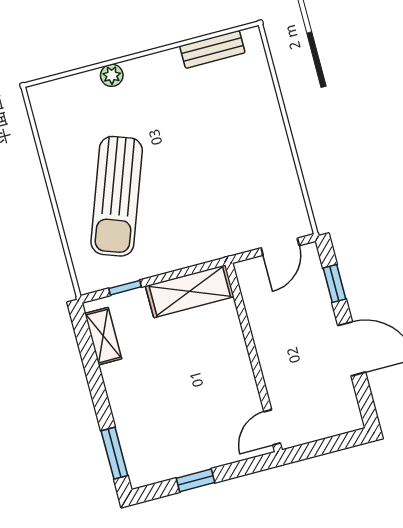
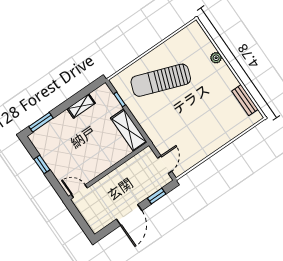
door: (280, 247) -> (165, 165), swing flipped
shelving: (103, 336) -> (81, 106), moved

